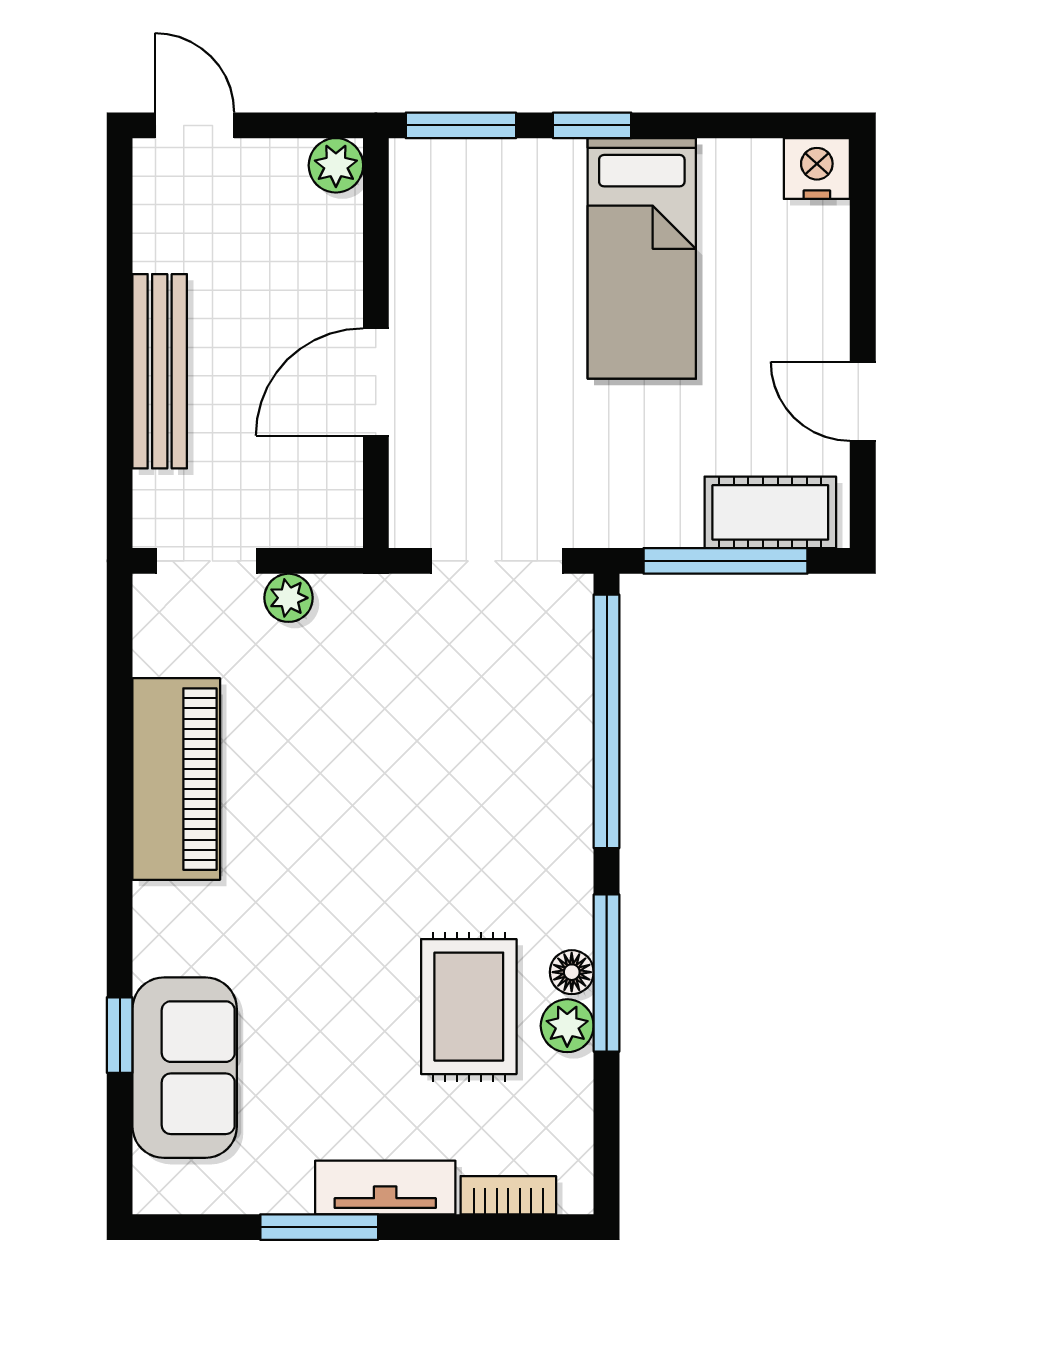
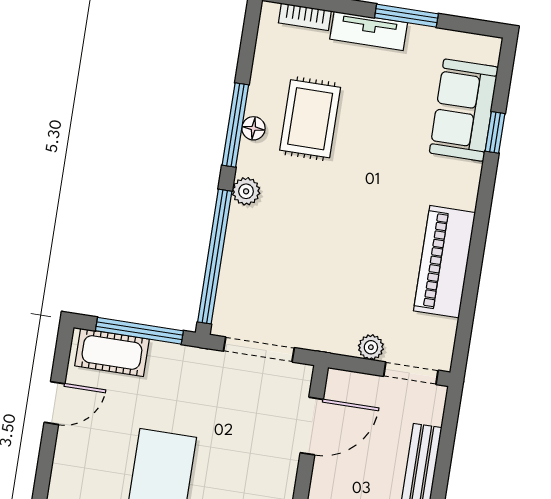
door: (376, 382) -> (312, 426), moved
door: (863, 401) -> (55, 403), hinge flipped
plant: (567, 1026) -> (246, 191), moved

